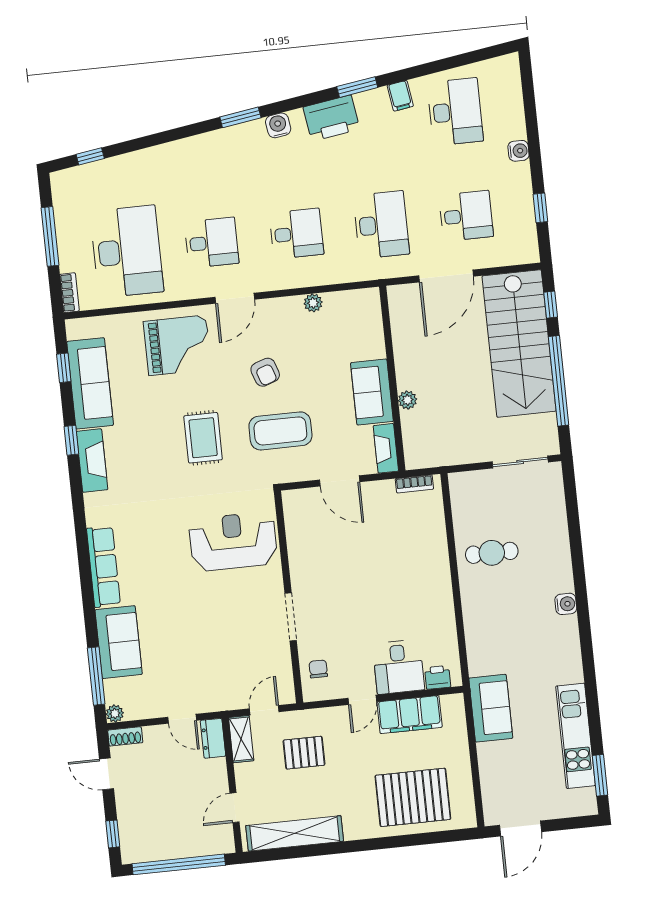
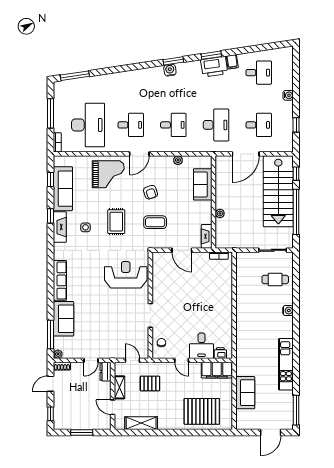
desk: (455, 112) -> (259, 73), width x0.73
window: (240, 117) -> (173, 61), moved
printer: (331, 118) -> (214, 67), moved
window: (90, 156) -> (75, 76), width x2.17
sofa: (372, 392) -> (203, 184), moved
coffee table: (280, 431) -> (155, 222), width x0.73, depth x0.76
side table: (143, 456) -> (86, 227), added
cafe table: (492, 553) -> (275, 280), moved
water cooler: (566, 604) -> (288, 311), moved
door: (362, 700) -> (182, 360), hinge flipped
sofa: (491, 708) -> (245, 393), moved
door: (264, 710) -> (132, 360), hinge flipped
filing cabinet: (410, 715) -> (217, 370), moved
door: (182, 719) -> (91, 360), hinge flipped
kitchen unit: (576, 736) -> (286, 364), moved
shelving: (241, 739) -> (119, 387), moved
door: (106, 774) -> (51, 384), hinge flipped
window: (600, 775) -> (296, 410), width x1.44
door: (235, 808) -> (113, 407), hinge flipped
door: (520, 829) -> (271, 433), moved
shelving: (295, 833) -> (141, 423), width x0.68
window: (179, 864) -> (82, 433), width x0.47

